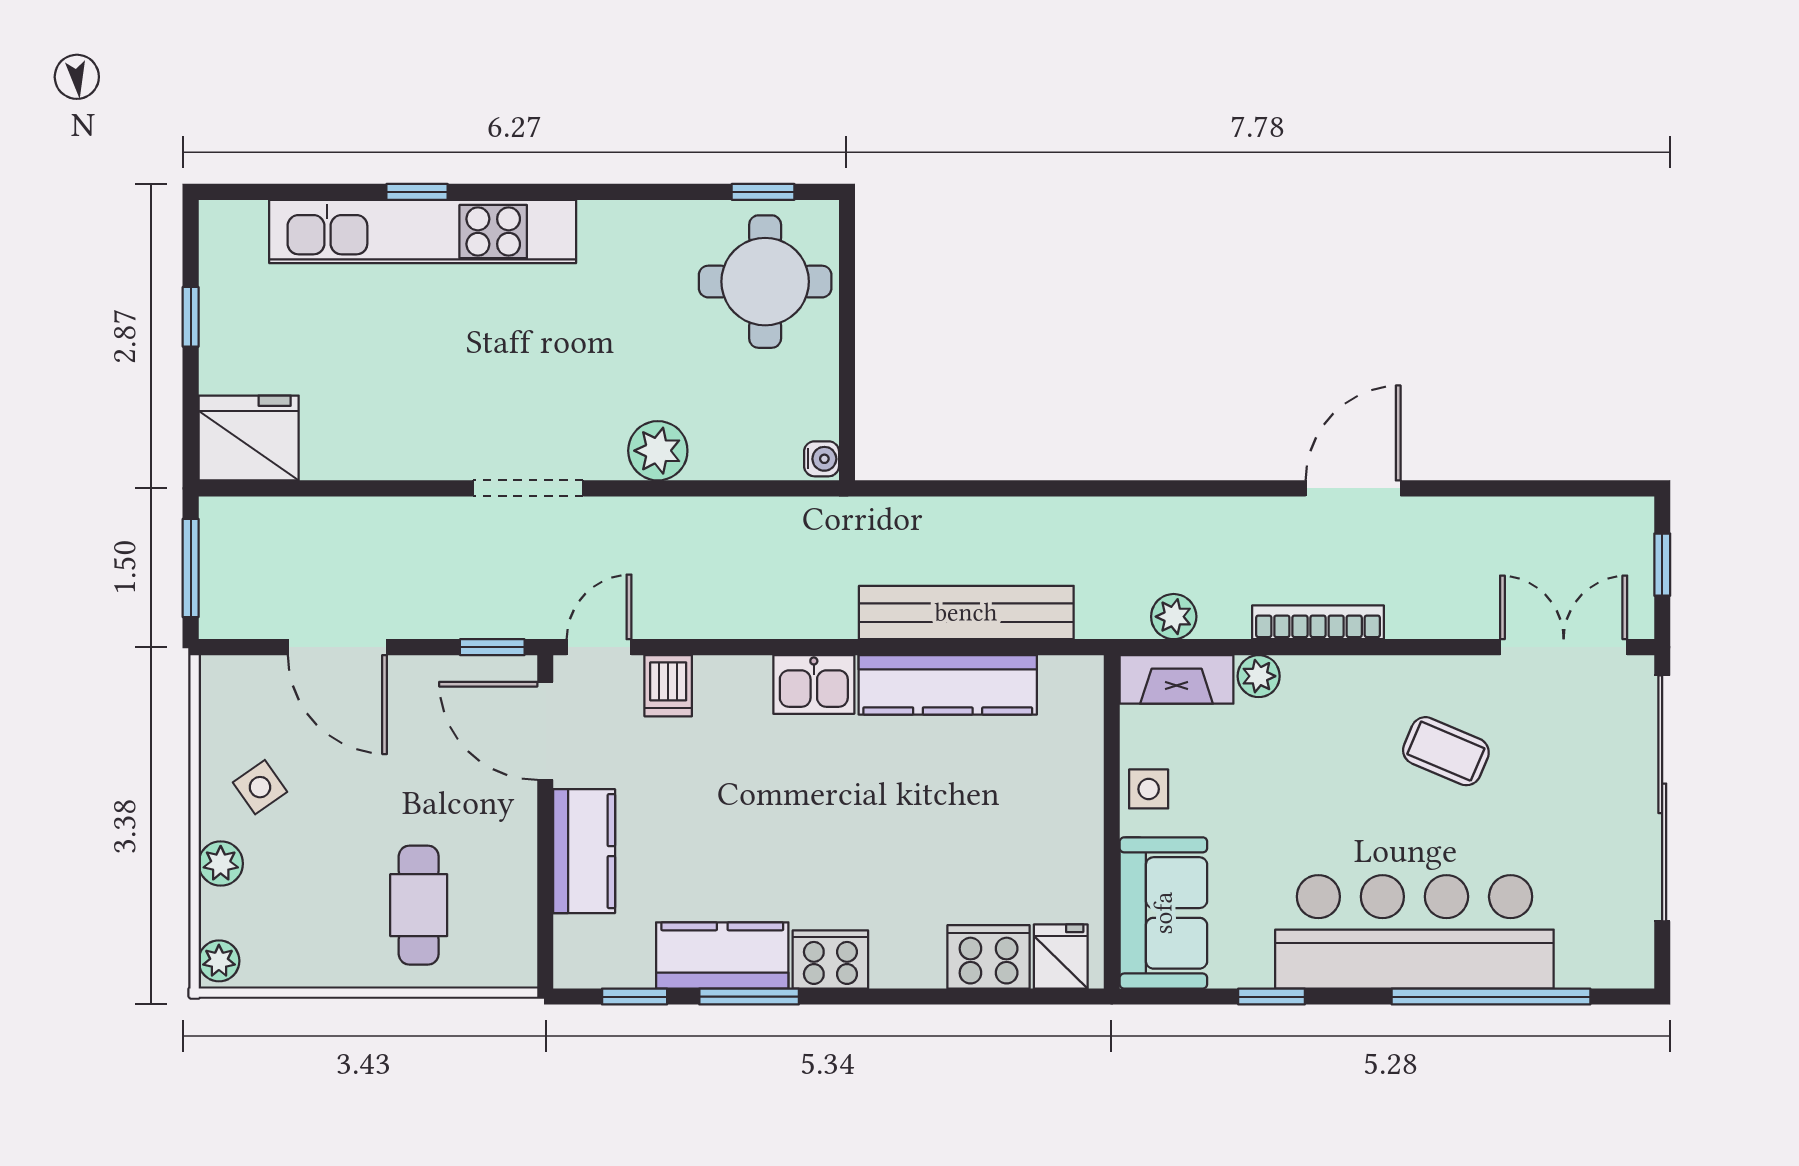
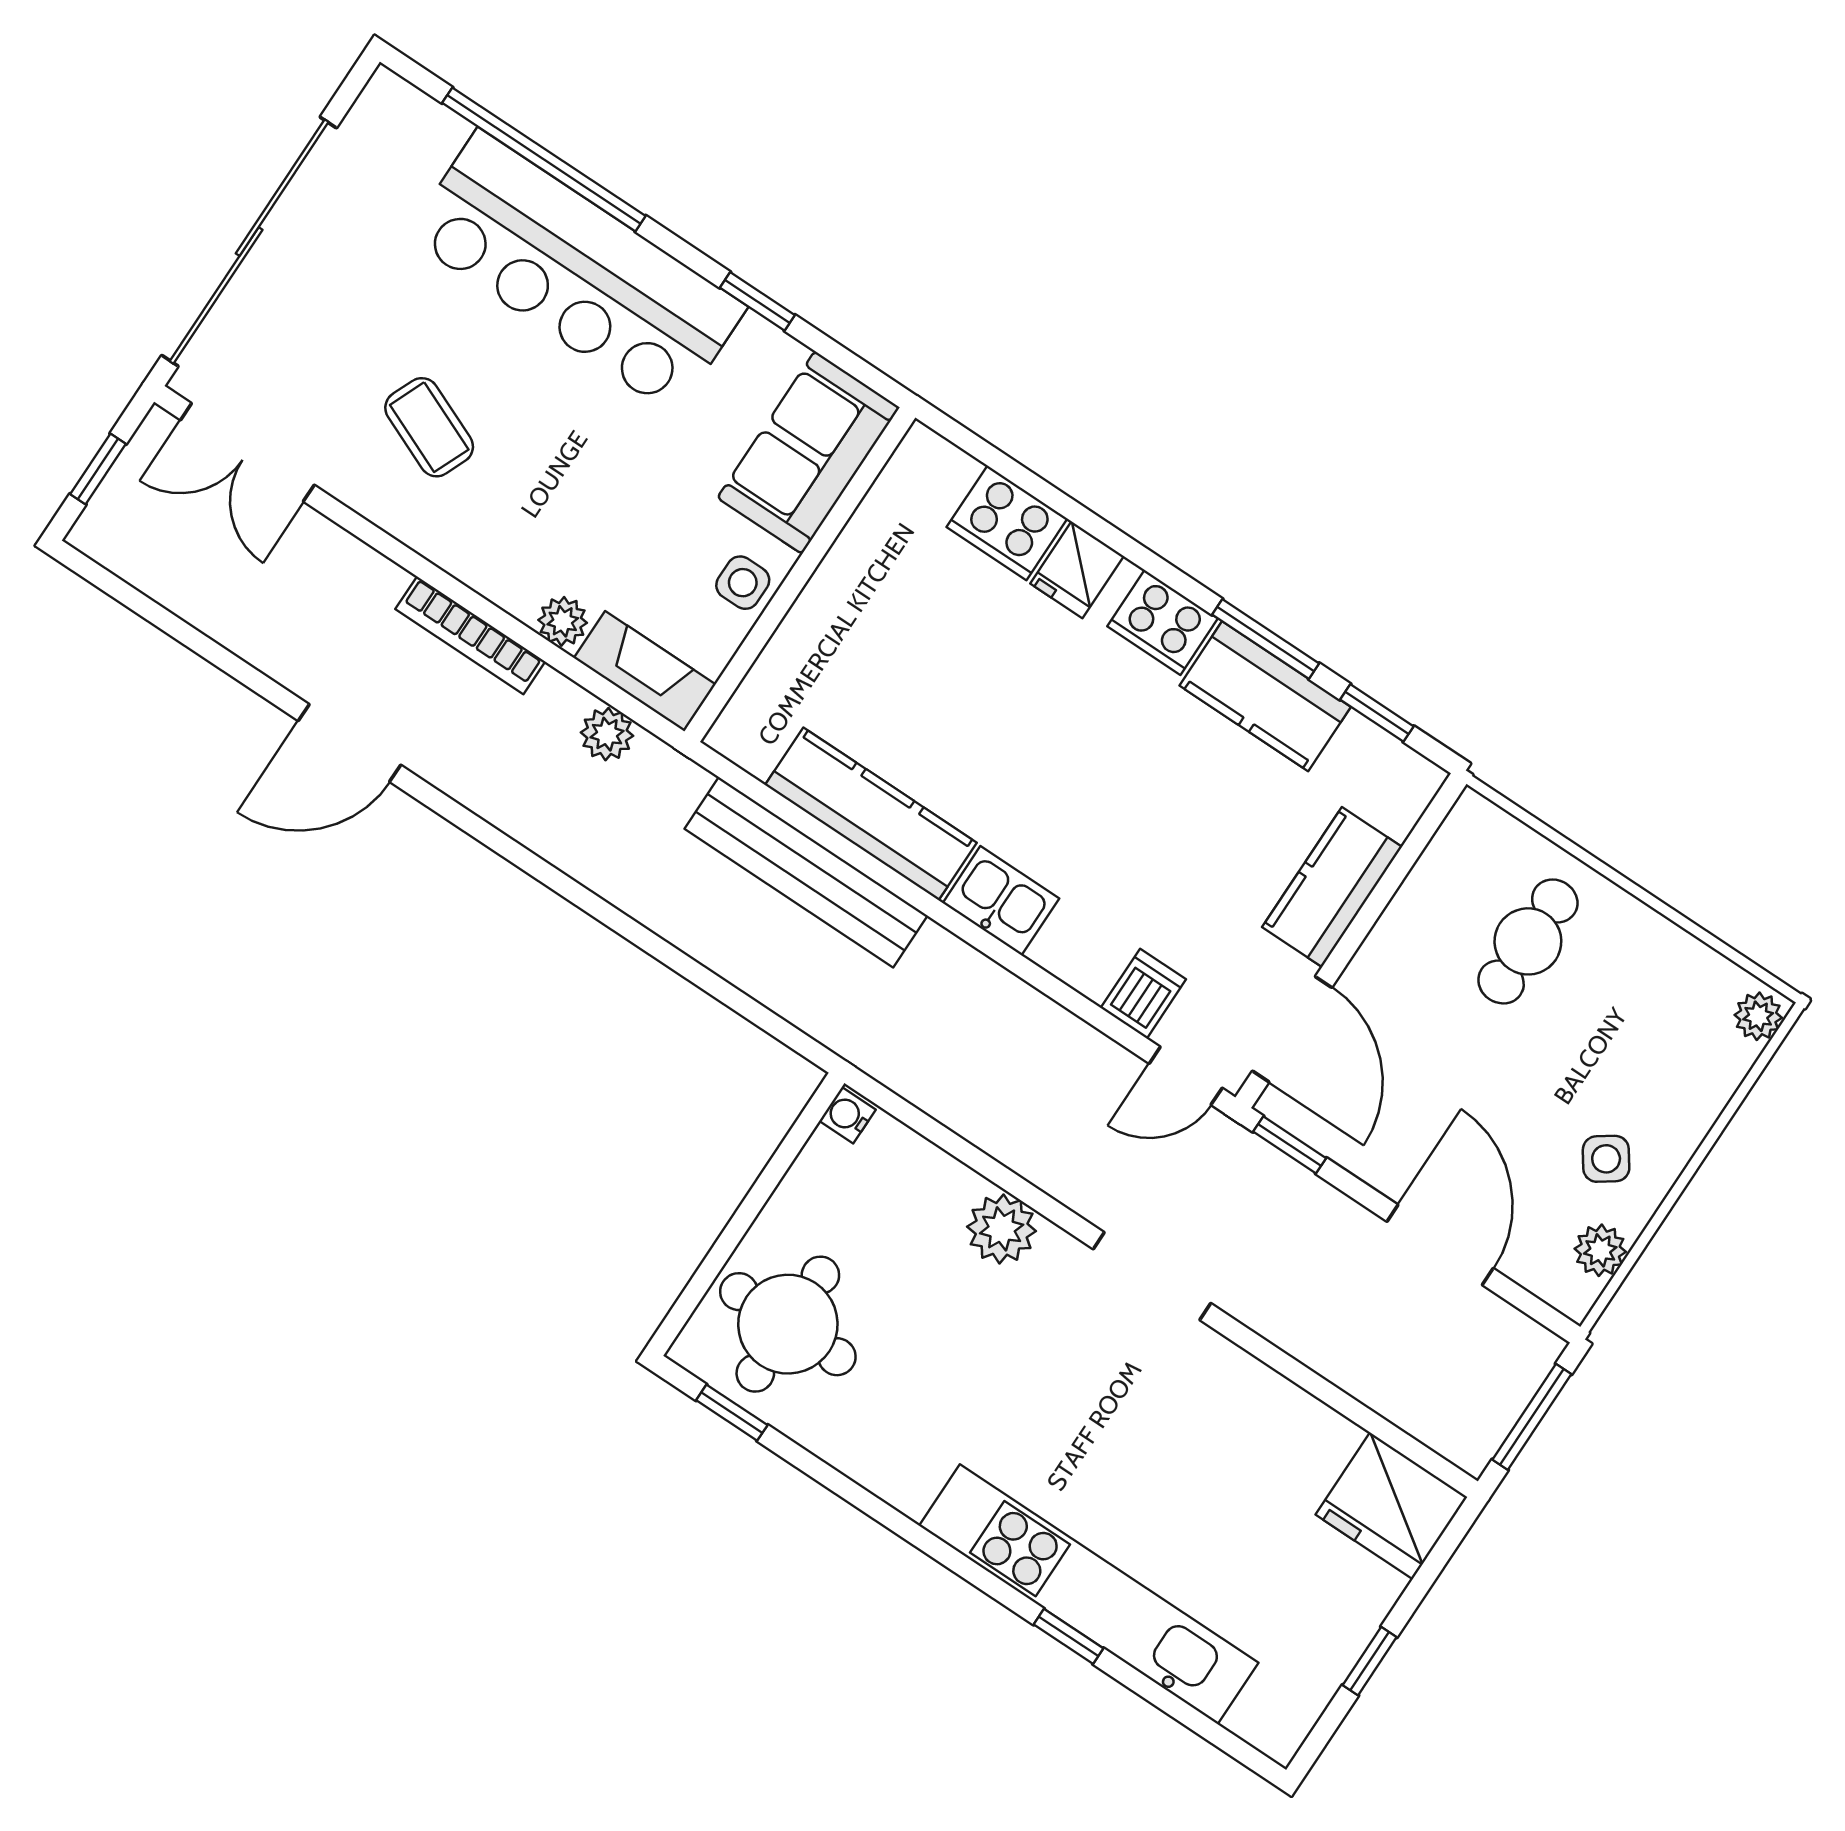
plant: (221, 864) -> (1600, 1250), moved
fridge: (1061, 957) -> (1077, 570), moved

